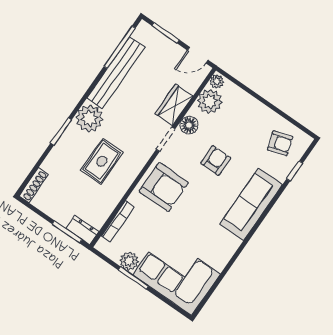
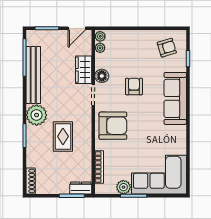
plant: (210, 101) -> (100, 48), width x0.53, depth x0.53

